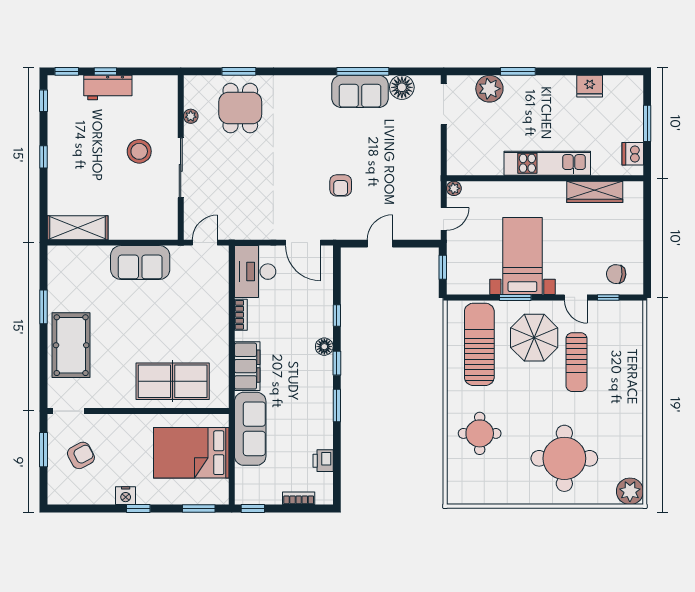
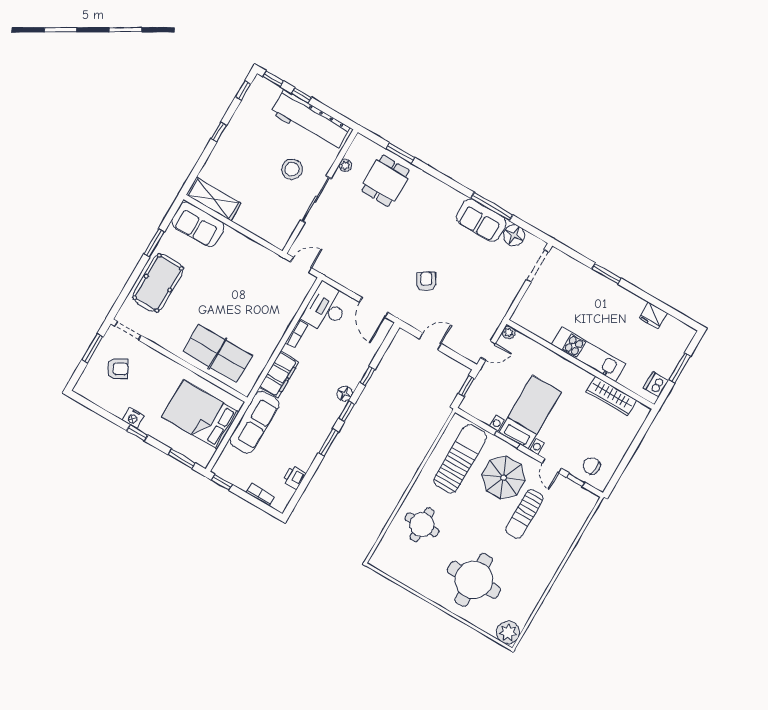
workbench: (108, 87) -> (310, 120), width x1.88, depth x1.32
plant: (489, 89) -> (578, 274), removed
armchair: (341, 185) -> (426, 281), turned 149
sofa: (140, 263) -> (198, 224), moved

